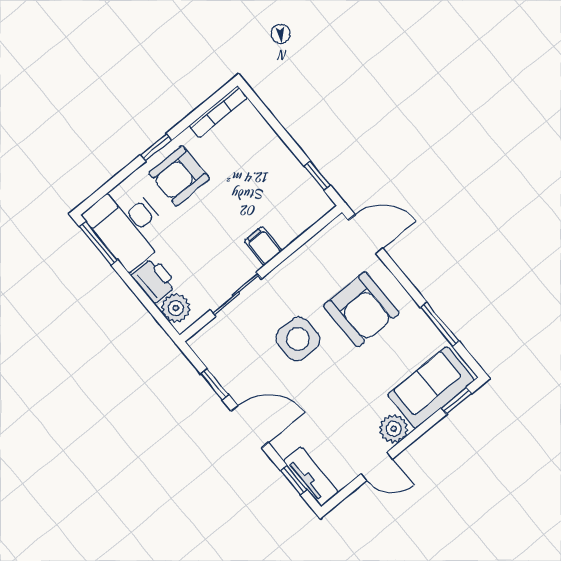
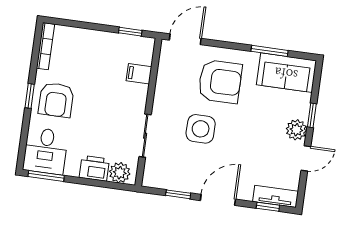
desk: (128, 225) -> (46, 151), width x0.73
filing cabinet: (263, 246) -> (139, 74), moved
sofa: (431, 388) -> (286, 73), moved, turned -90
window: (457, 401) -> (312, 115), moved

